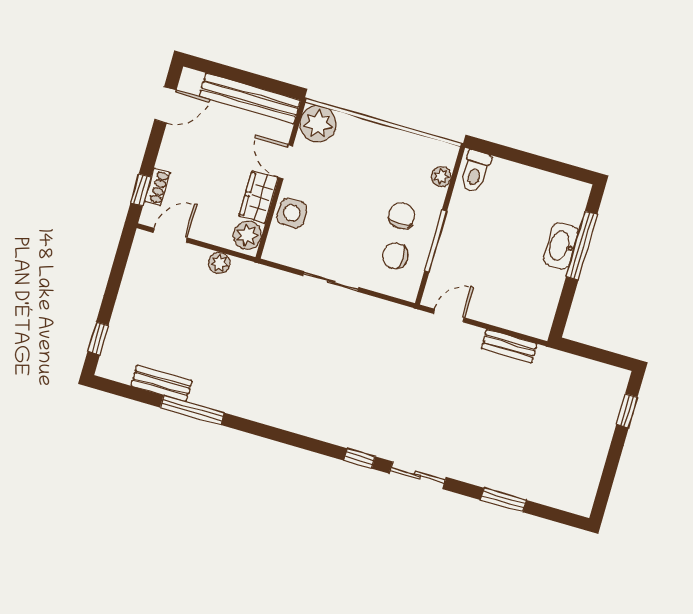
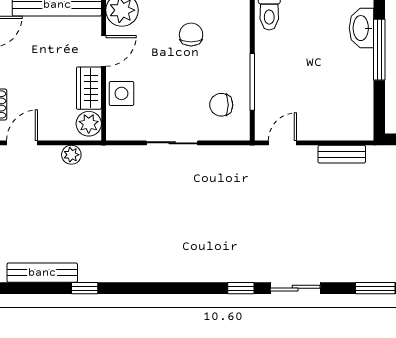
door: (286, 162) -> (104, 51), swing flipped
plant: (441, 177) -> (241, 25), removed
chair: (401, 216) -> (191, 35), moved
washbasin: (561, 246) -> (361, 28), moved
bench: (162, 383) -> (42, 273), width x1.36
window: (192, 410) -> (85, 288), width x0.46

